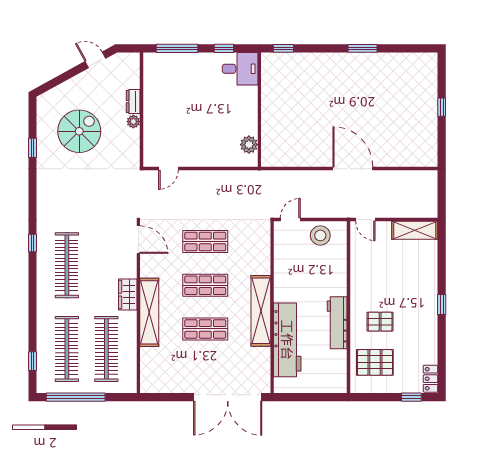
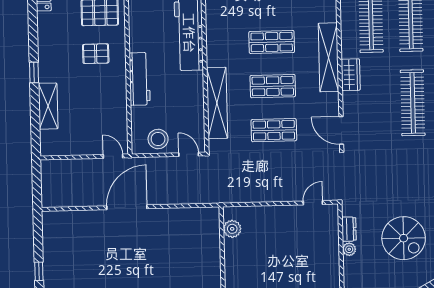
dresser: (133, 102) -> (349, 229), moved
spiral stairs: (79, 131) -> (404, 238), turned -90
door: (353, 169) -> (127, 207), swing flipped
door: (290, 219) -> (189, 154), swing flipped
shelving: (415, 230) -> (48, 106), moved, turned 90
shelving: (261, 311) -> (217, 103), moved
workbench: (337, 323) -> (140, 79), moved

